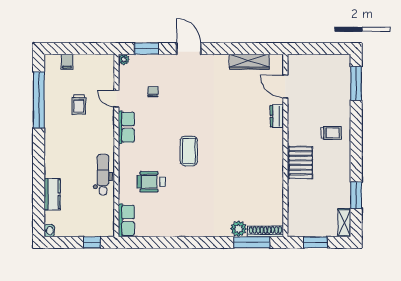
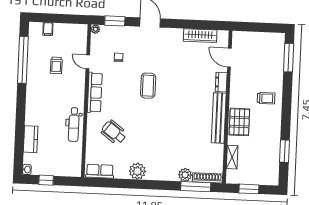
row of seats: (126, 127) -> (95, 92), width x1.48
coffee table: (189, 151) -> (148, 86), moved
bench: (276, 159) -> (219, 118), added
dental chair: (103, 175) -> (74, 125), turned 180
wheelchair: (151, 182) -> (114, 132), turned 37
row of seats: (126, 220) -> (100, 171), moved, turned -90
shelving: (344, 223) -> (232, 157), moved
plant: (181, 227) -> (137, 171), added
window: (92, 242) -> (46, 180), moved

